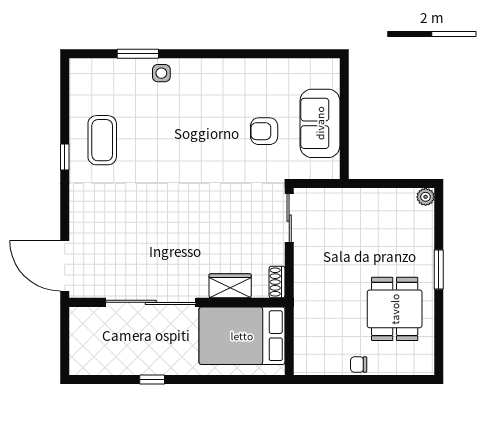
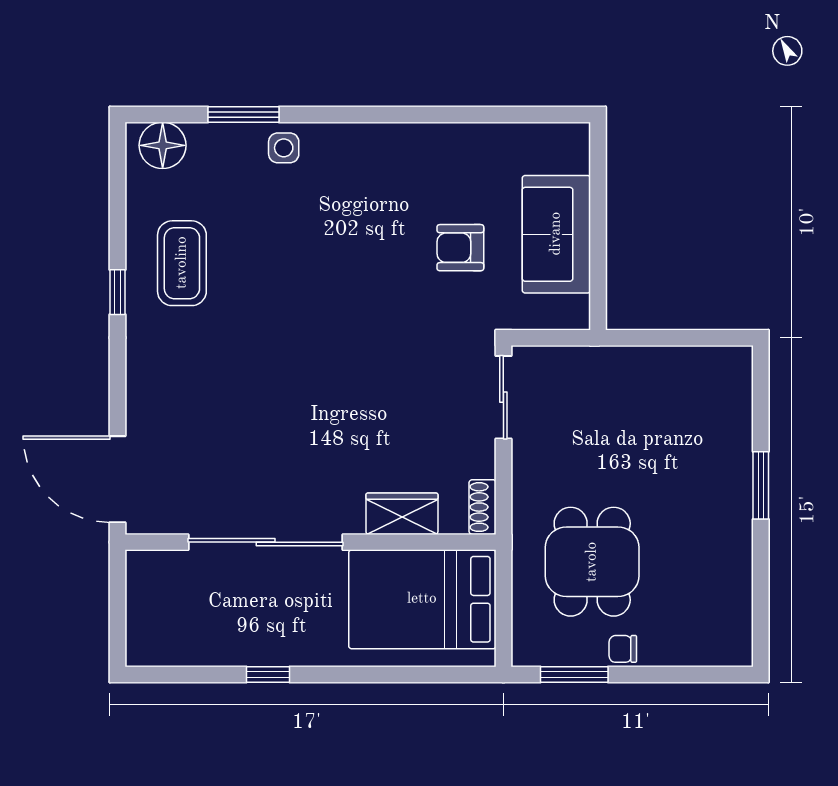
floor lamp: (91, 72) -> (163, 145), added
plant: (426, 197) -> (738, 361), removed
dining table: (395, 309) -> (592, 562), moved
window: (330, 379) -> (574, 675), added

